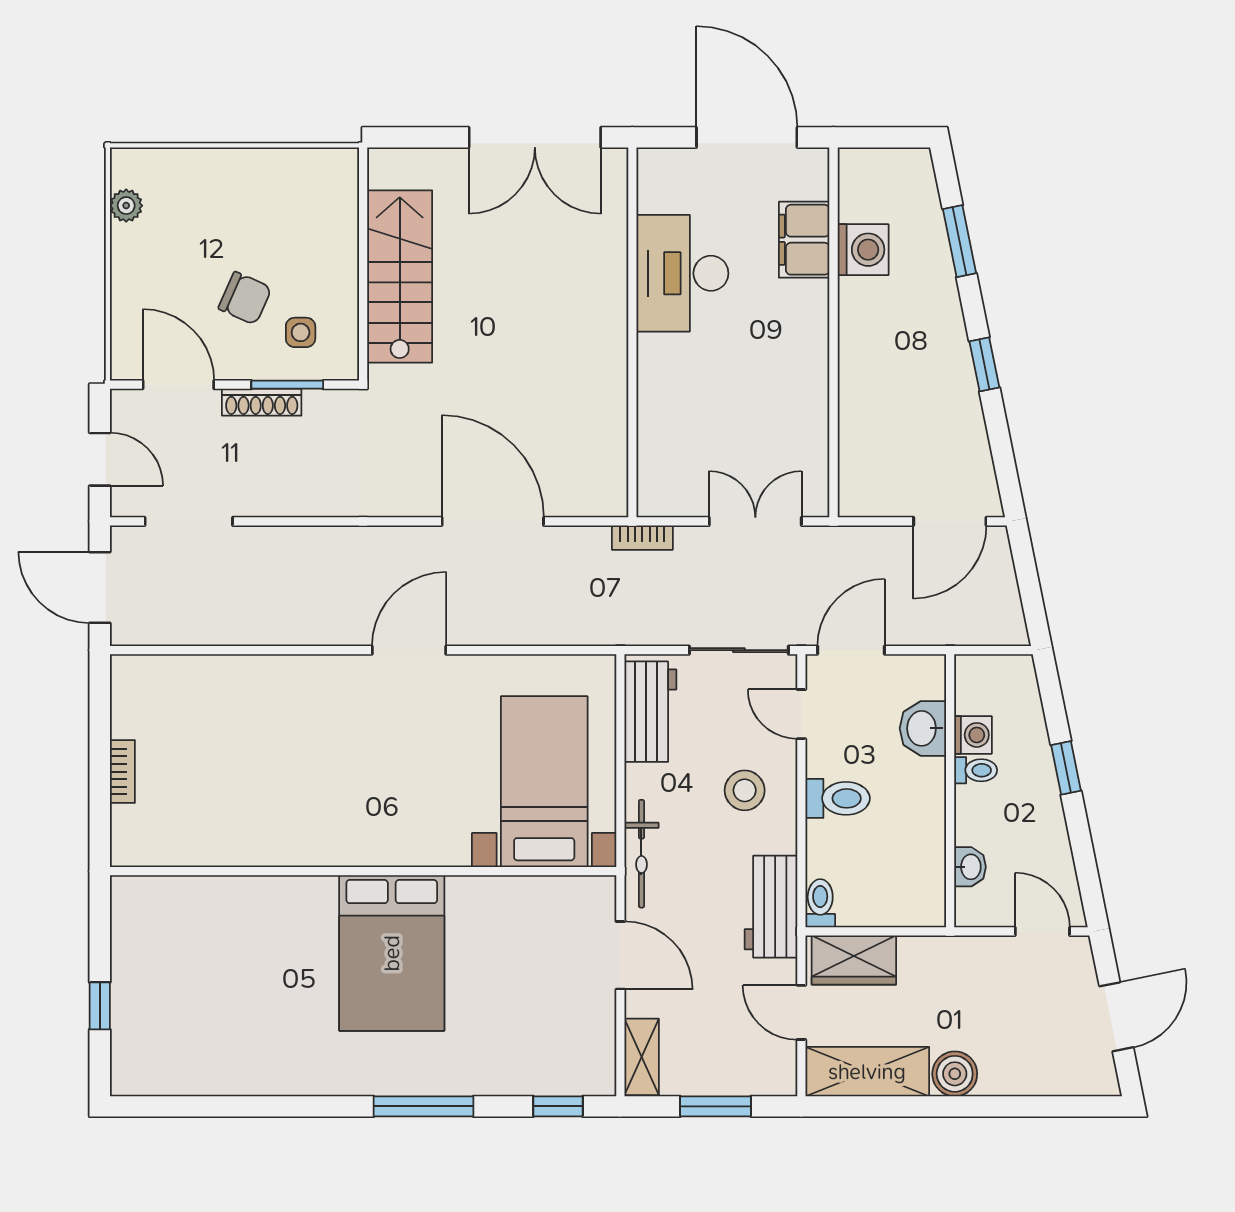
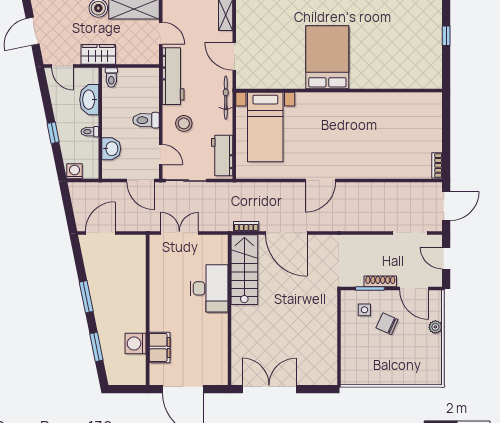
plant: (126, 206) -> (435, 327), moved
desk: (682, 273) -> (209, 288), moved
stairs: (400, 277) -> (244, 270), moved, turned 180
window: (984, 364) -> (86, 297), width x1.50
double door: (755, 521) -> (179, 233), swing flipped
bookcase: (642, 538) -> (246, 226), moved
door: (100, 587) -> (446, 206), hinge flipped
door: (851, 650) -> (141, 181), hinge flipped
washing machine: (973, 735) -> (75, 171), moved, turned 90
bookcase: (122, 772) -> (437, 165), moved
washbasin: (970, 867) -> (89, 100), width x1.91, depth x1.45
toilet: (820, 903) -> (111, 78), moved
workbench: (771, 907) -> (173, 76), width x1.37
wardrobe: (854, 960) -> (98, 54), moved

